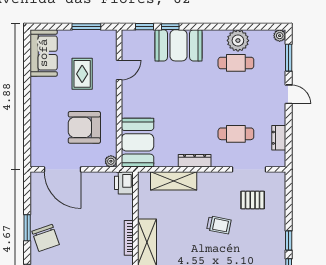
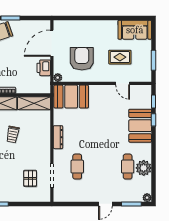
dresser: (279, 138) -> (74, 197), removed
shelving: (174, 181) -> (34, 103), moved, turned 90
printer: (124, 183) -> (44, 68), moved, turned -90
trolley: (219, 225) -> (13, 134), moved

